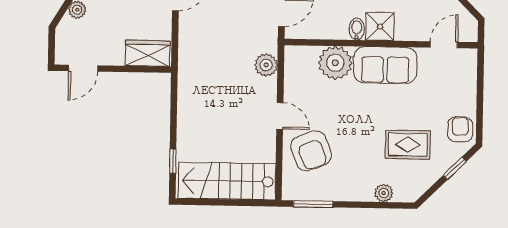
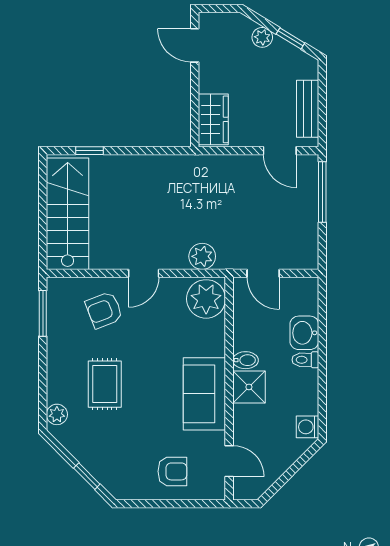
plant: (335, 63) -> (206, 299), moved
armchair: (460, 129) -> (172, 471), moved
rug: (408, 145) -> (105, 384), moved
armchair: (311, 151) -> (104, 310), width x0.72, depth x0.72
plant: (384, 193) -> (57, 414), moved

